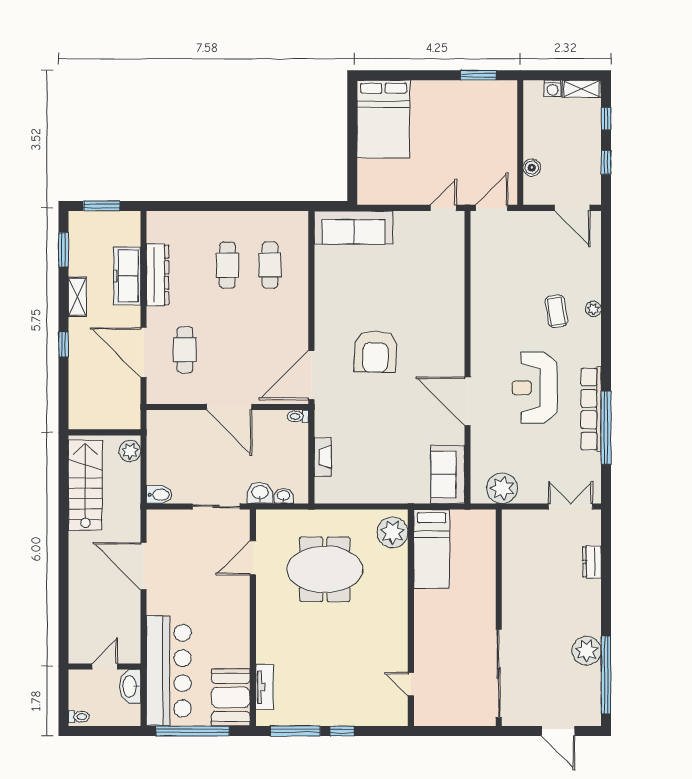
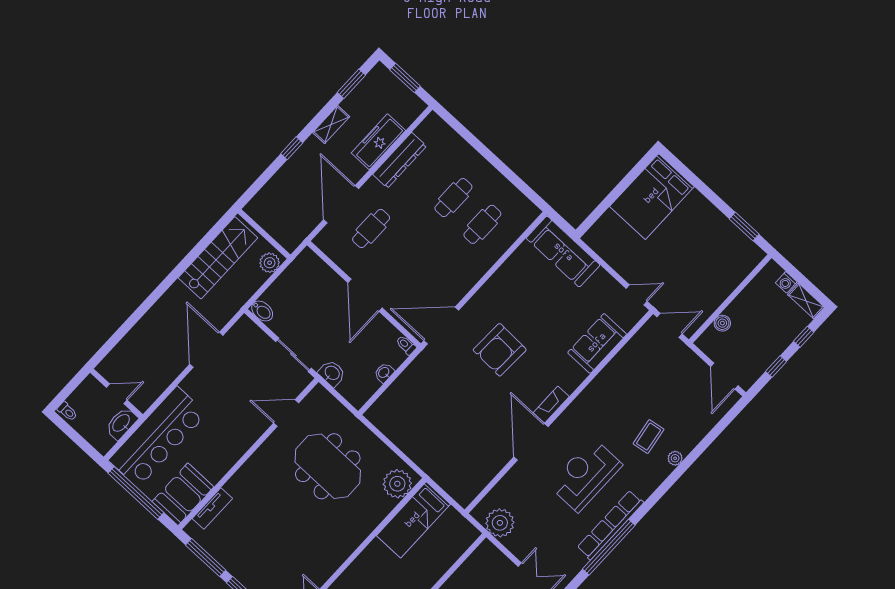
fireplace: (323, 457) -> (551, 405), moved, turned 180
sofa: (448, 474) -> (597, 343), moved
washbasin: (283, 496) -> (384, 373), moved, turned -90

